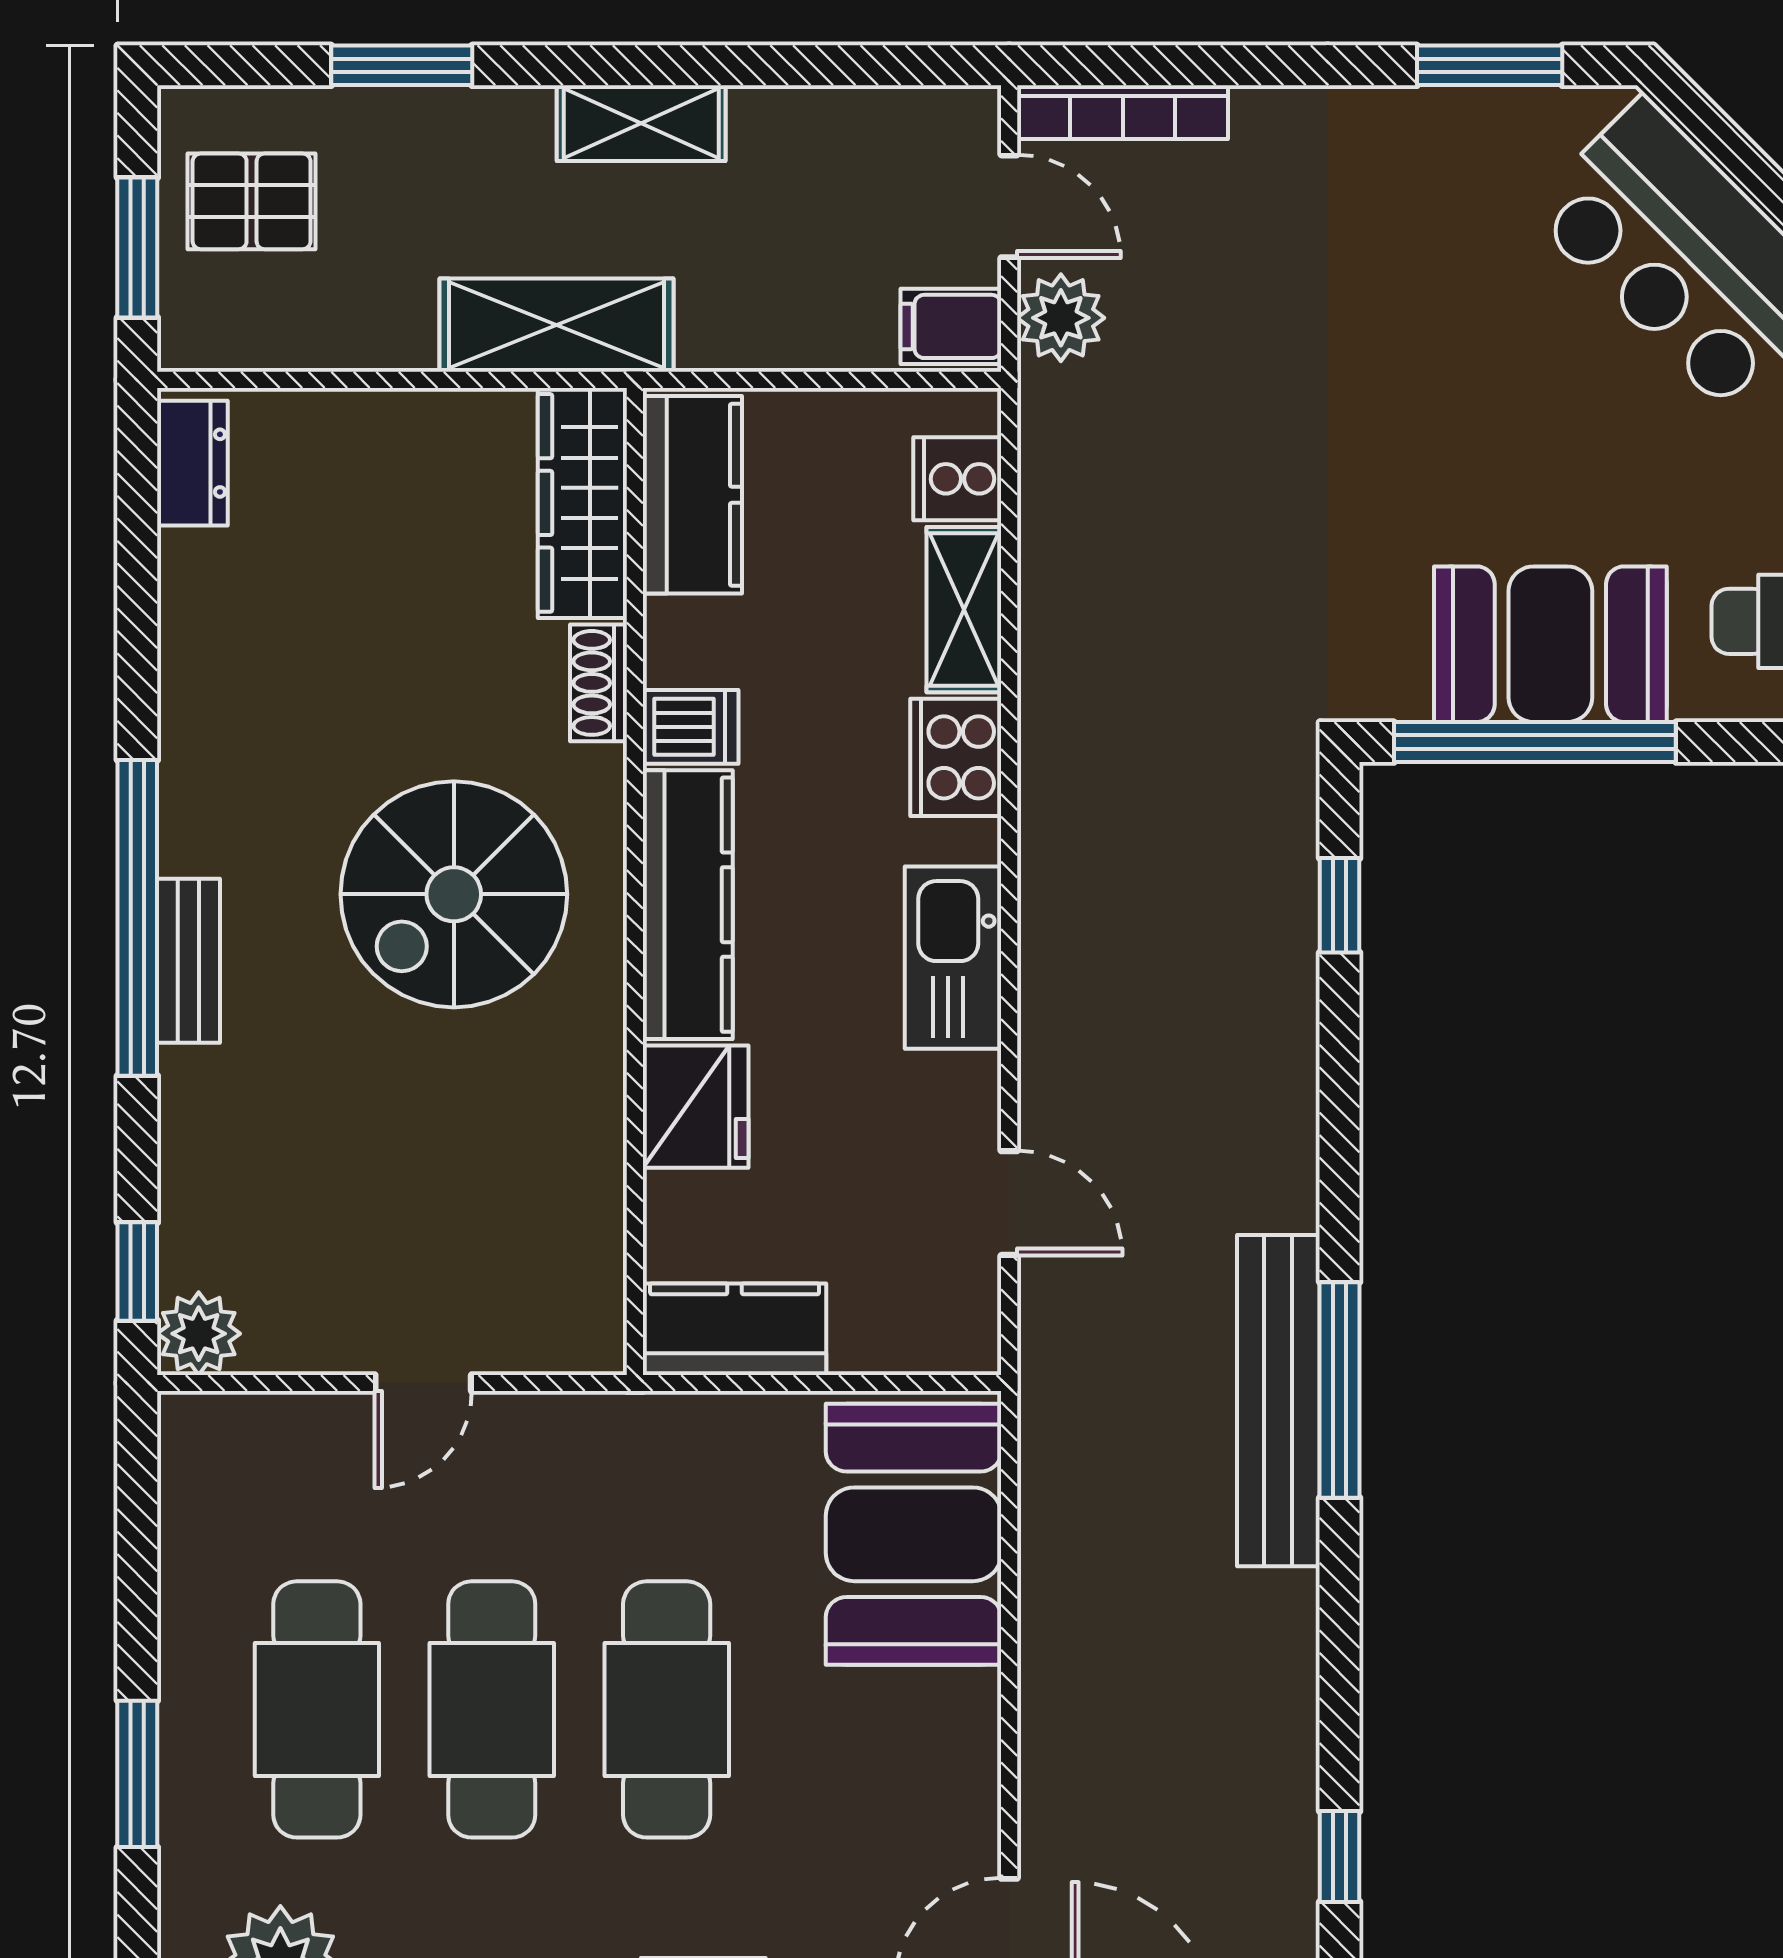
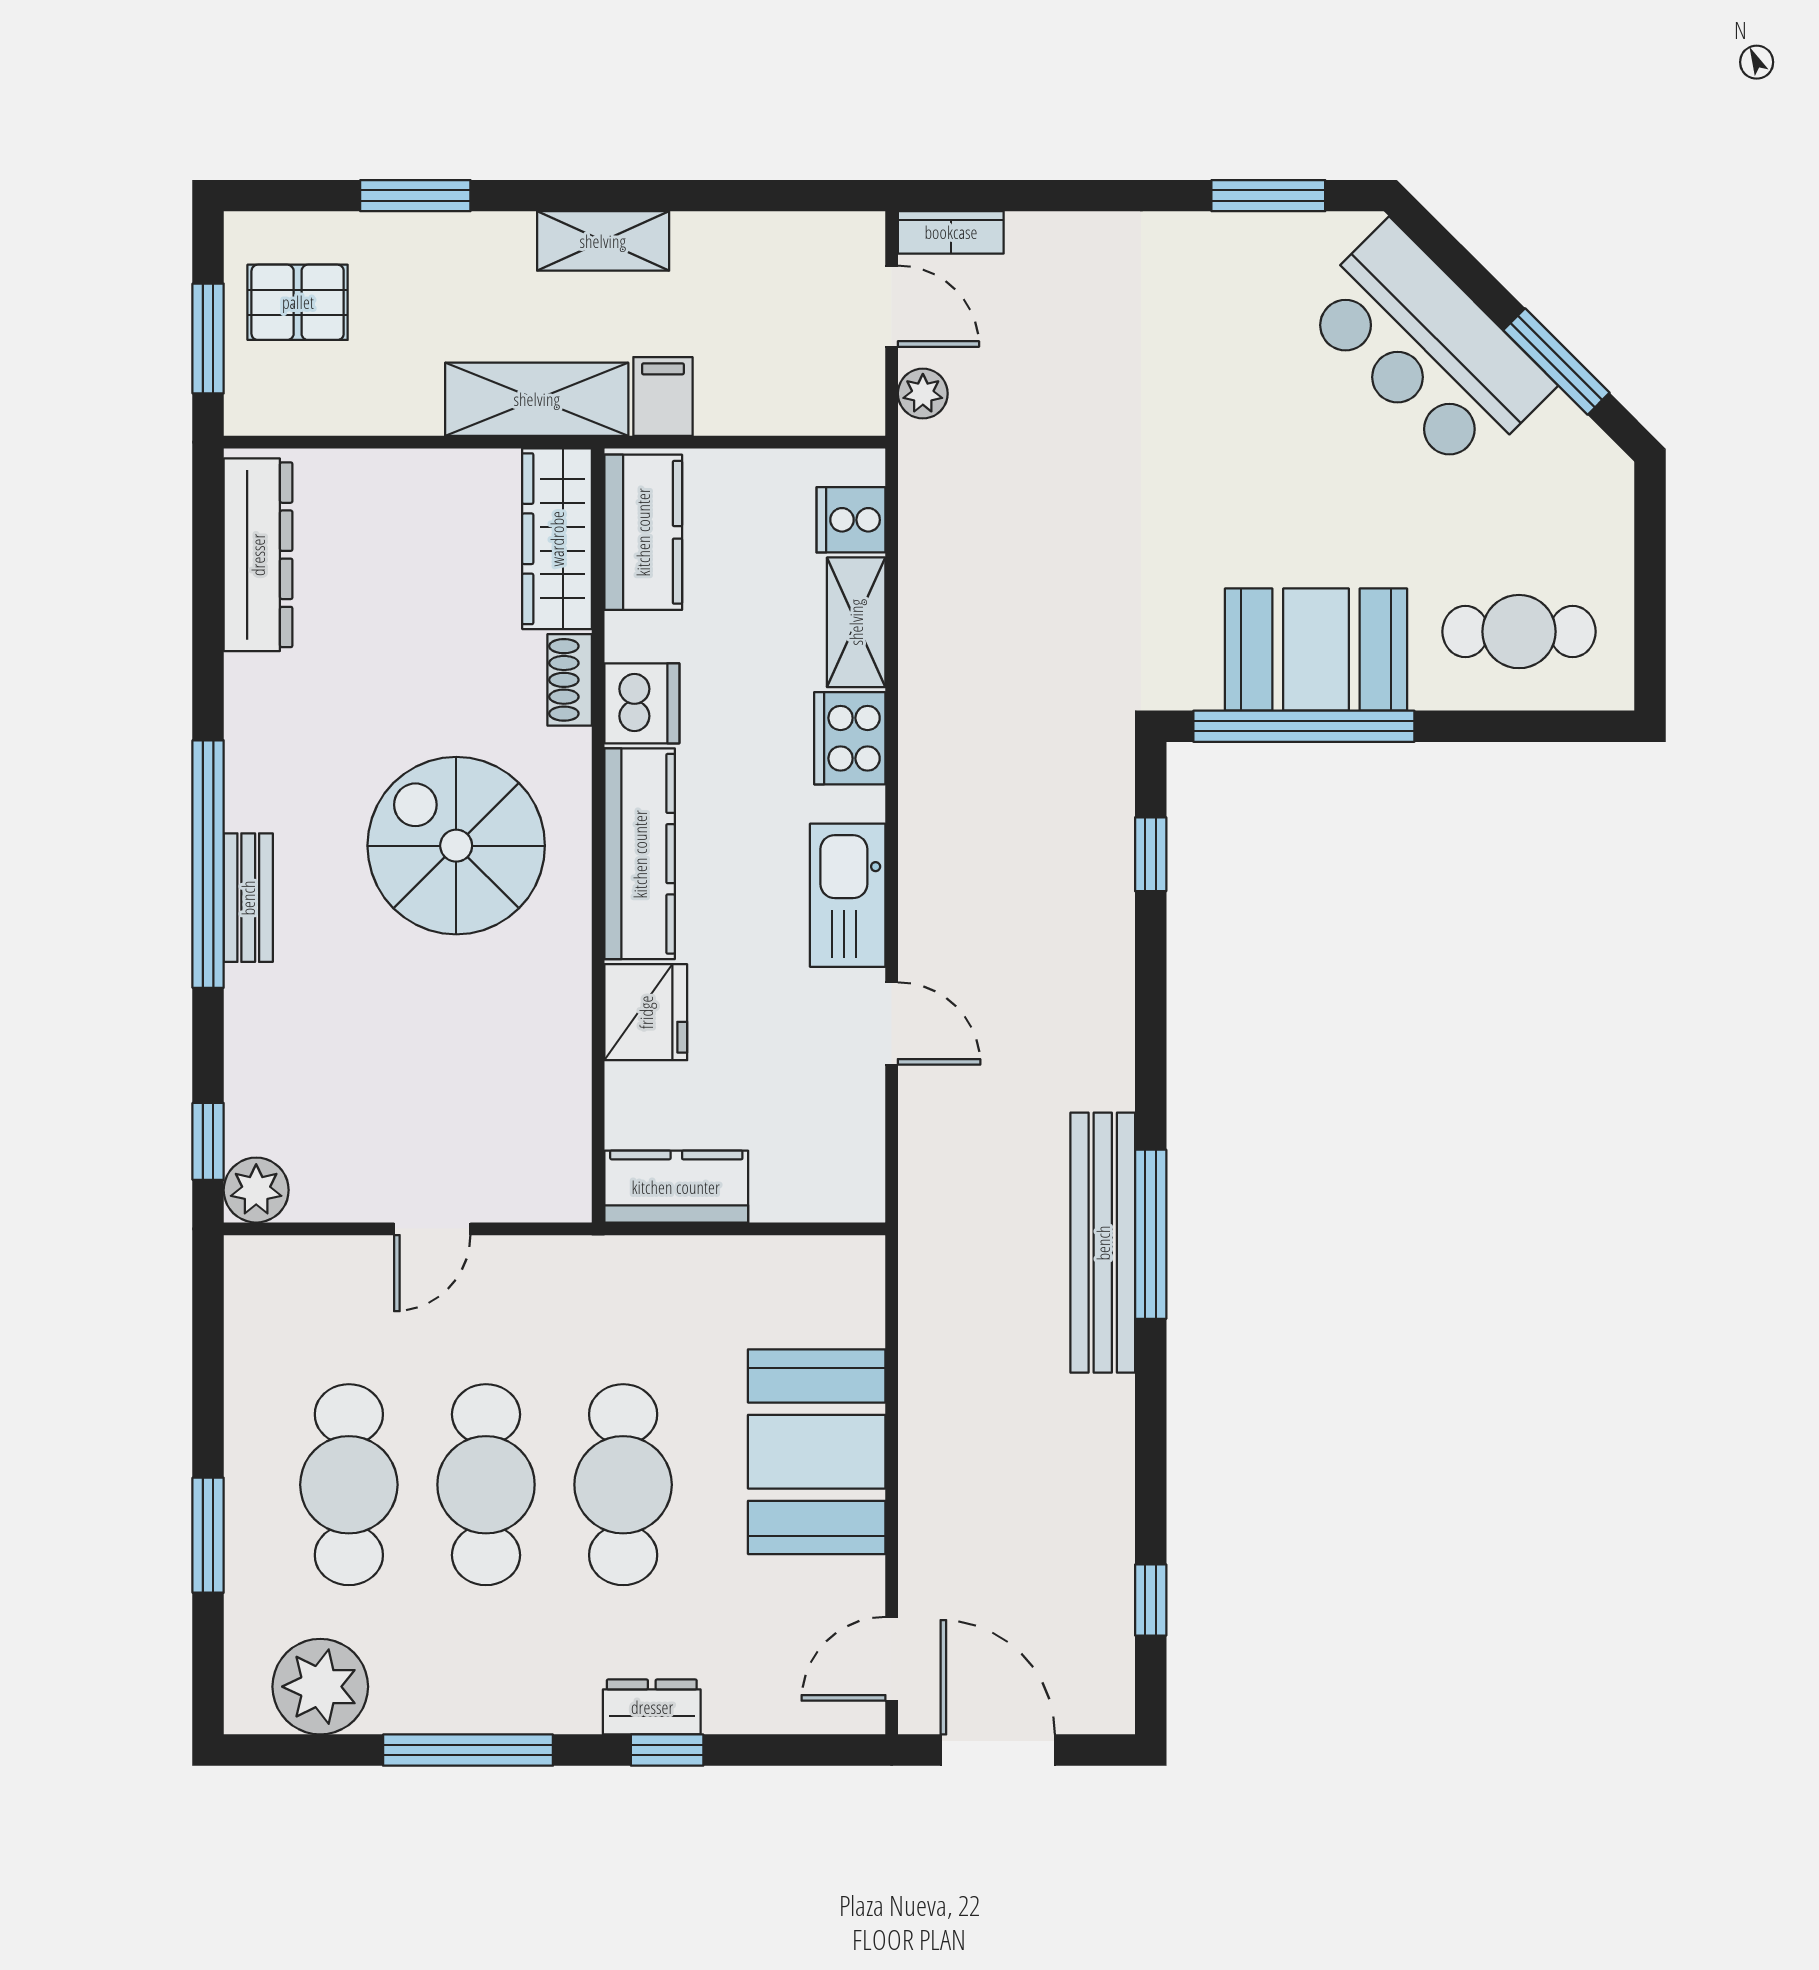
bookcase: (1123, 112) -> (951, 232), width x0.64
plant: (1061, 318) -> (923, 394), width x0.73, depth x0.73
filing cabinet: (951, 326) -> (663, 396), moved, turned 90
dresser: (192, 463) -> (258, 555), width x1.96, depth x1.24
dishwasher: (691, 727) -> (642, 703), width x1.38
spiral stairs: (454, 894) -> (456, 846), turned 90
door: (1009, 1203) -> (892, 1024), moved
booth: (914, 1534) -> (817, 1452), moved

